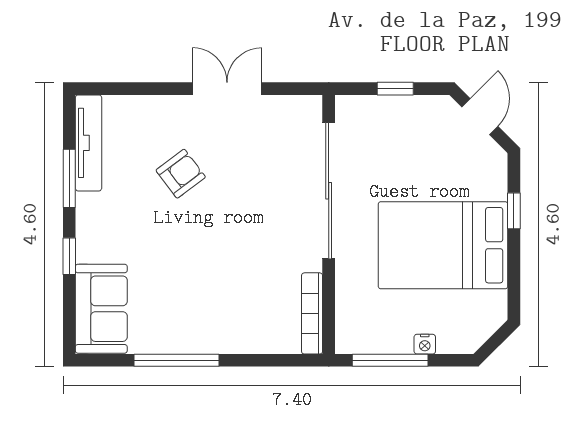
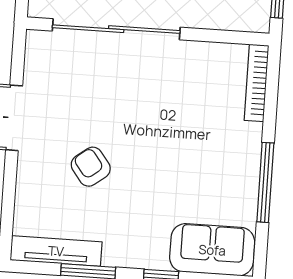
bookcase: (312, 313) -> (256, 83), moved, turned 90

